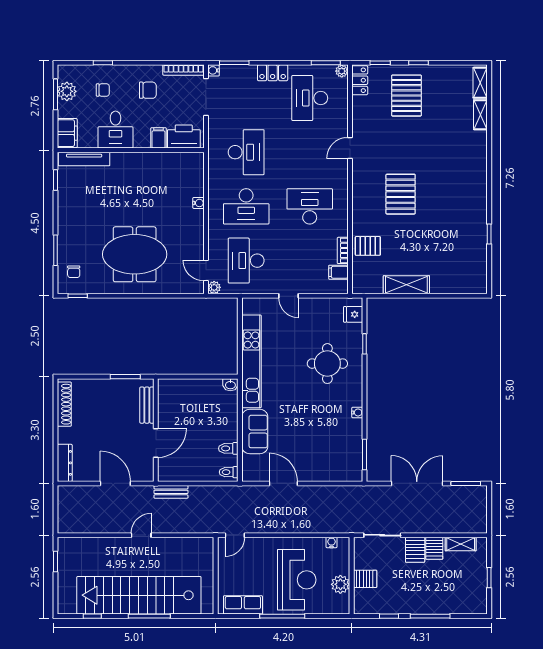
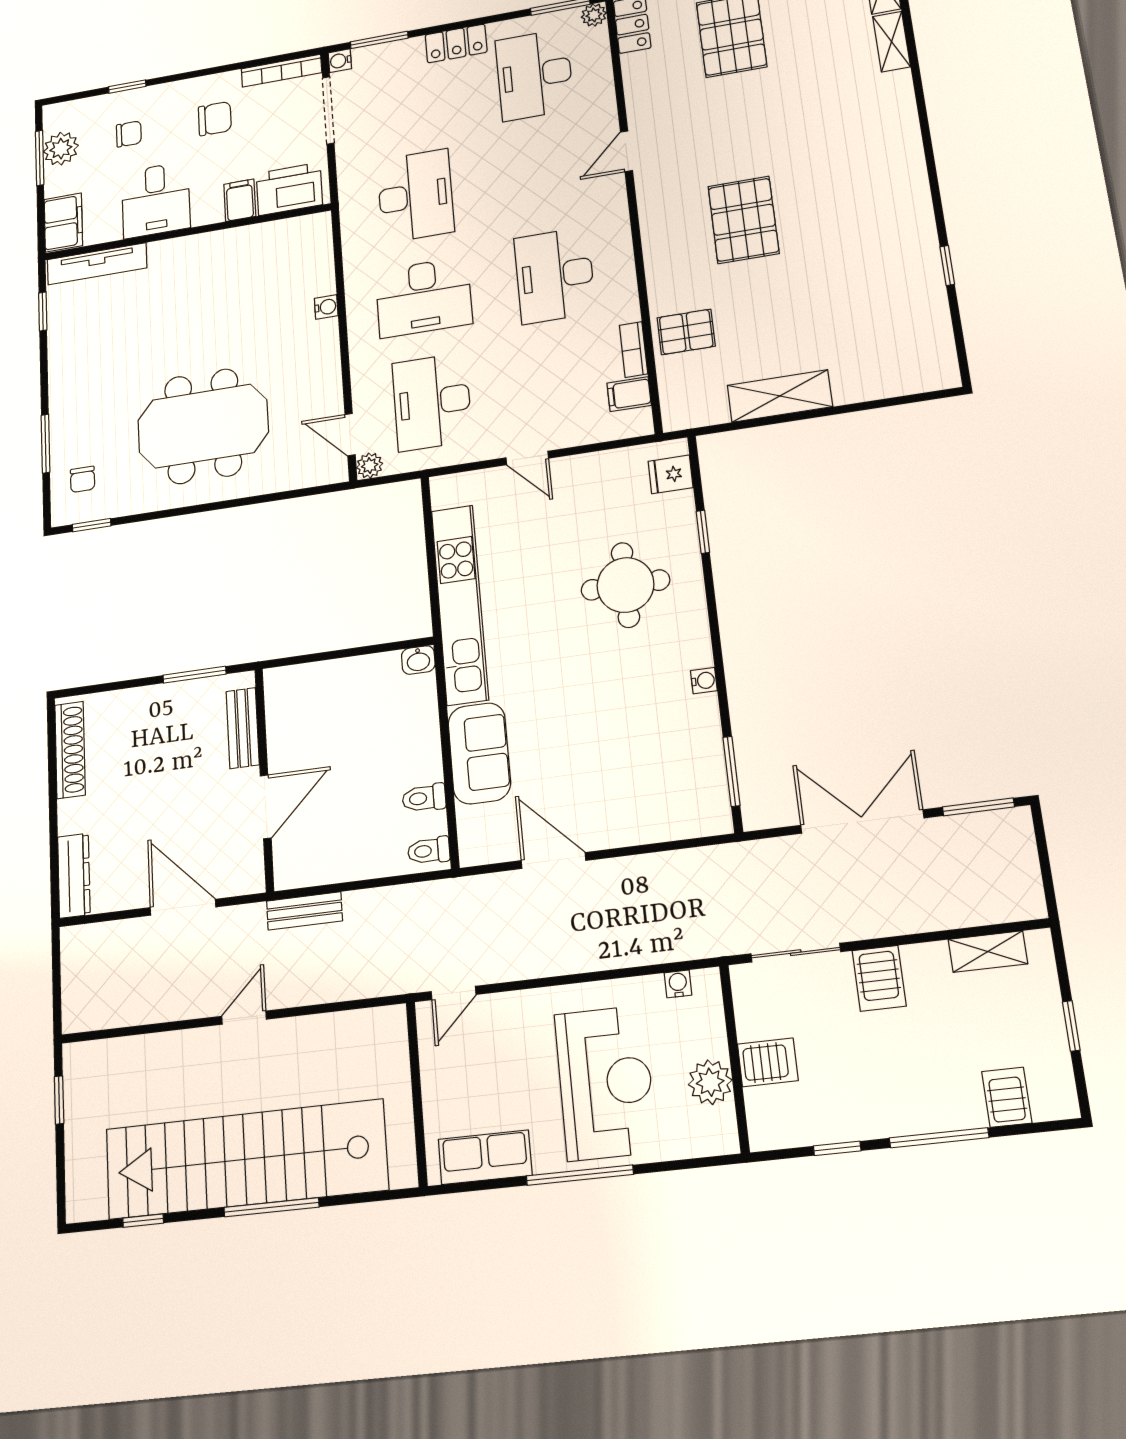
desk: (310, 206) -> (555, 275), turned -90
server rack: (434, 548) -> (1007, 1097), moved, turned 180

